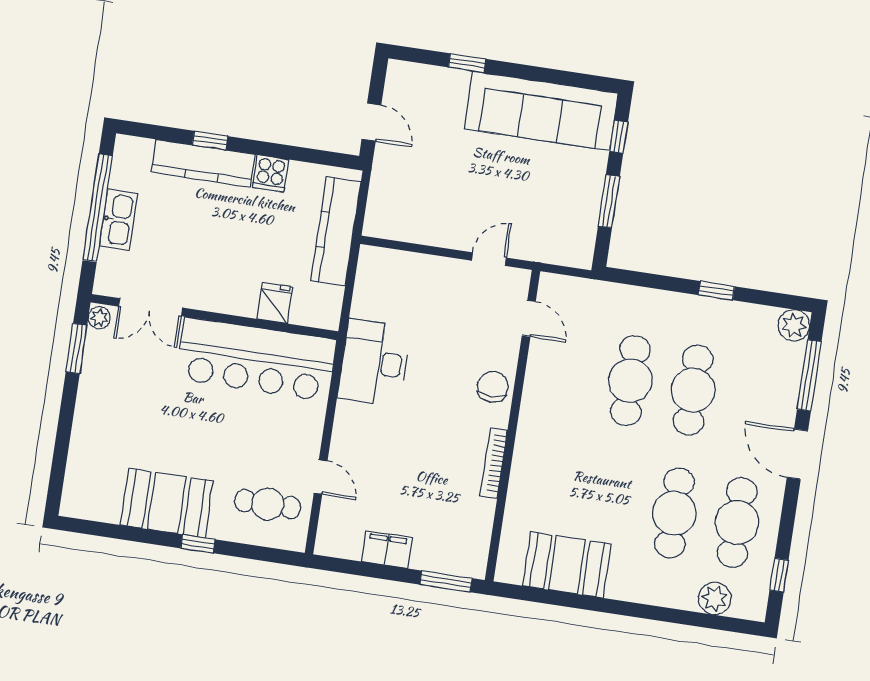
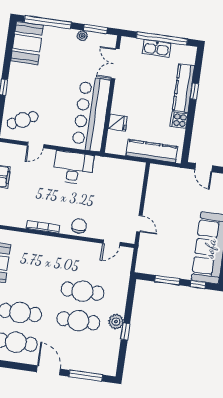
door: (371, 122) -> (204, 168), hinge flipped
plant: (99, 318) -> (82, 36), moved
plant: (794, 325) -> (116, 322), moved
desk: (374, 363) -> (73, 168), moved
chair: (493, 387) -> (79, 226), turned -90
window: (61, 449) -> (48, 22), added
door: (797, 454) -> (48, 370), hinge flipped
booth: (167, 503) -> (27, 43), moved
cafe table: (268, 504) -> (23, 120), turned 64

